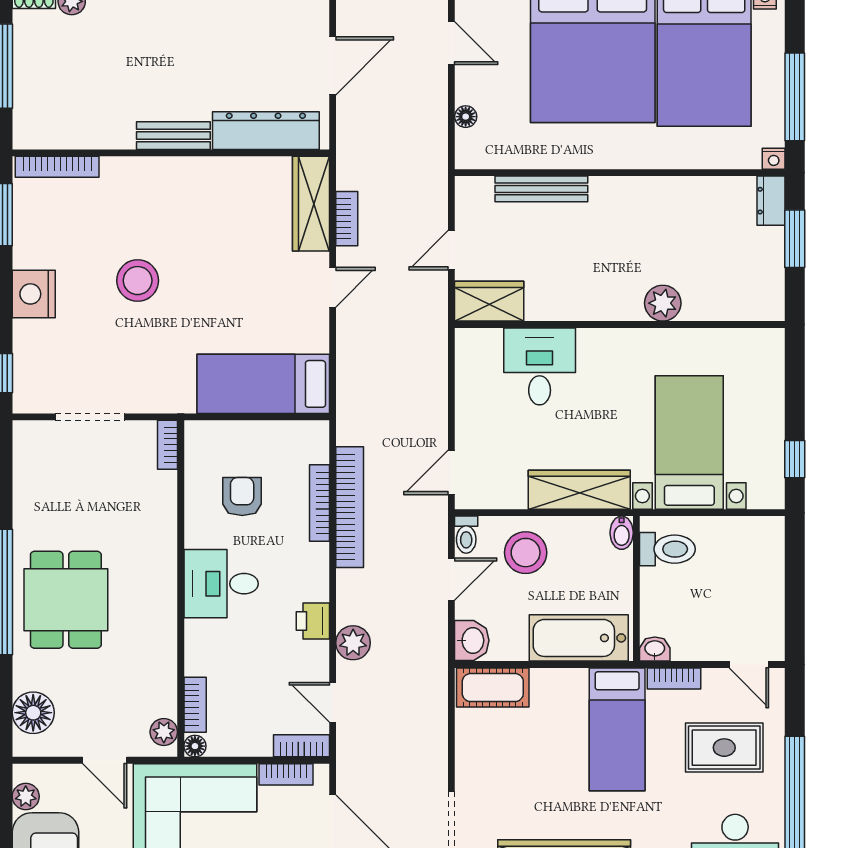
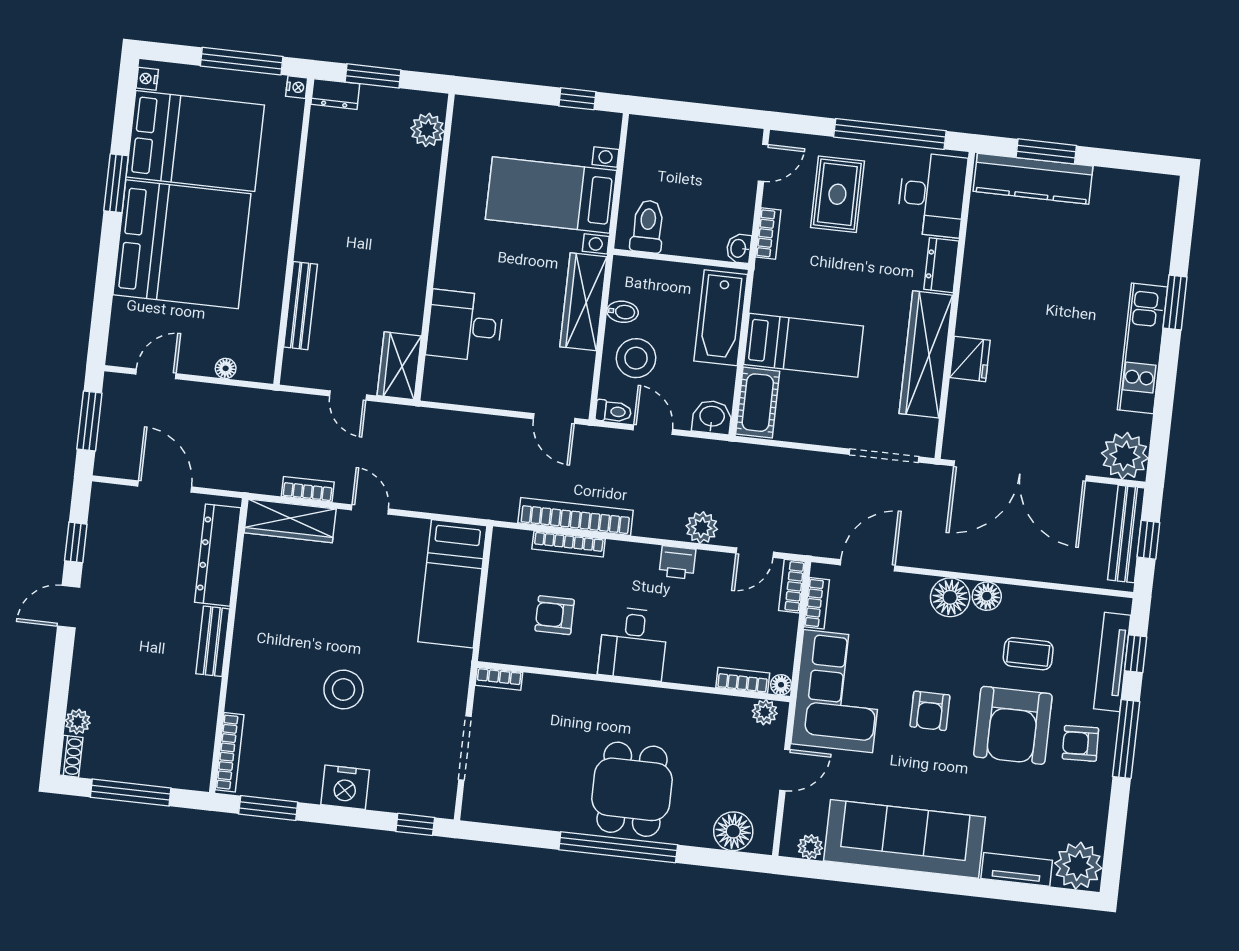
plant: (663, 303) -> (427, 130), moved
bidet: (622, 533) -> (623, 312), moved
dining table: (66, 600) -> (632, 789), turned 90
bed: (617, 729) -> (803, 345), moved

